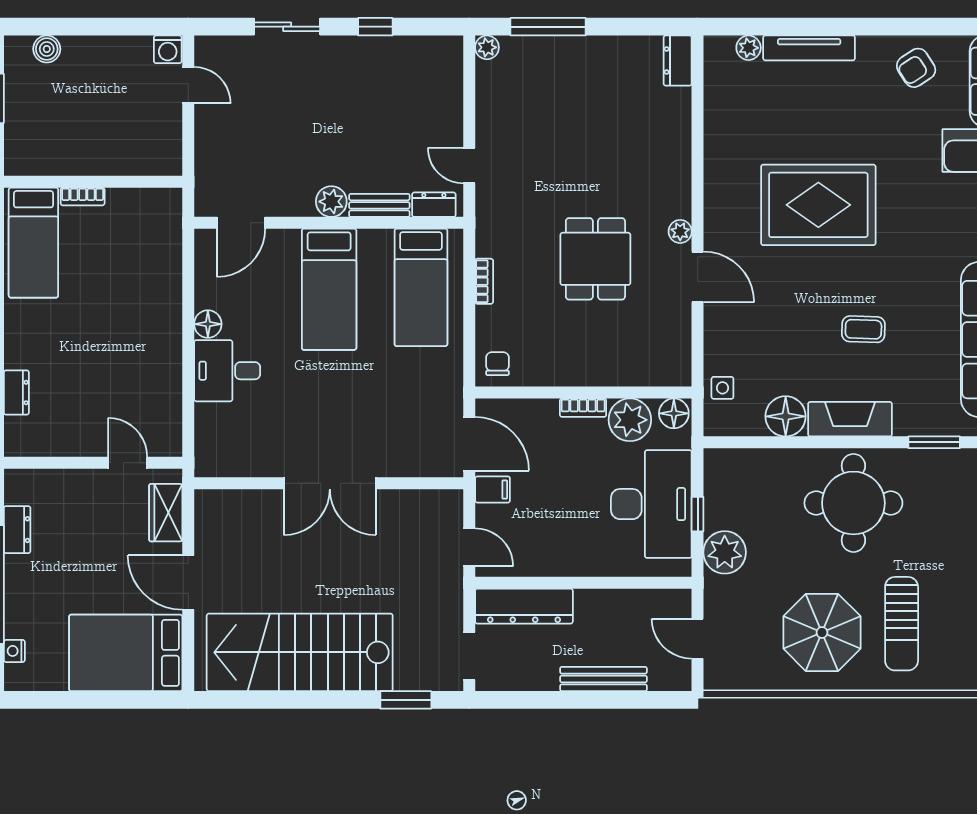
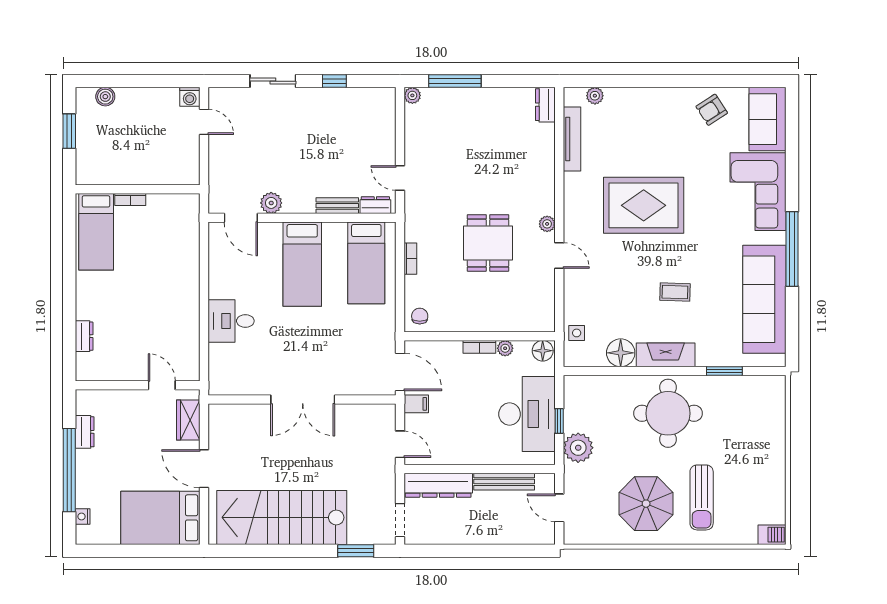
tv unit: (809, 48) -> (572, 139), moved, turned -90
plant: (331, 202) -> (271, 203), moved
door: (241, 223) -> (241, 218), hinge flipped
door: (698, 277) -> (559, 256), width x0.73
floor lamp: (208, 324) -> (218, 288), removed
plant: (630, 420) -> (505, 348), width x0.53, depth x0.53
bench: (603, 679) -> (504, 482), moved

